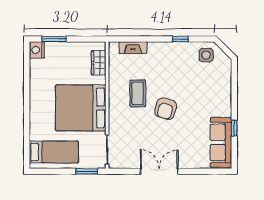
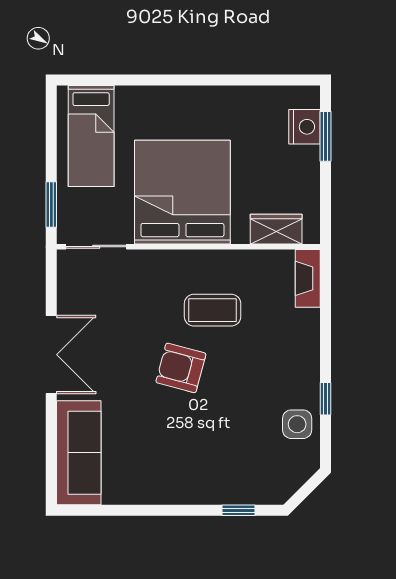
fireplace: (133, 48) -> (308, 278), moved
nightstand: (37, 50) -> (304, 127), moved, turned 90
side table: (206, 55) -> (297, 424), moved
window: (234, 128) -> (239, 510), moved
sofa: (221, 142) -> (79, 453), moved, turned 90

